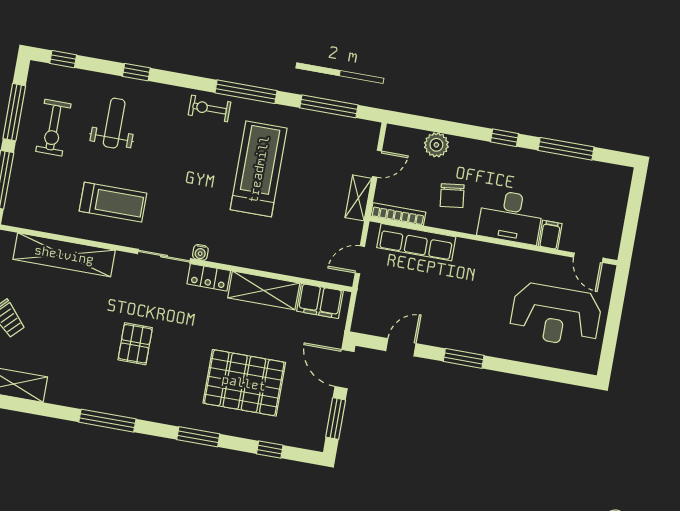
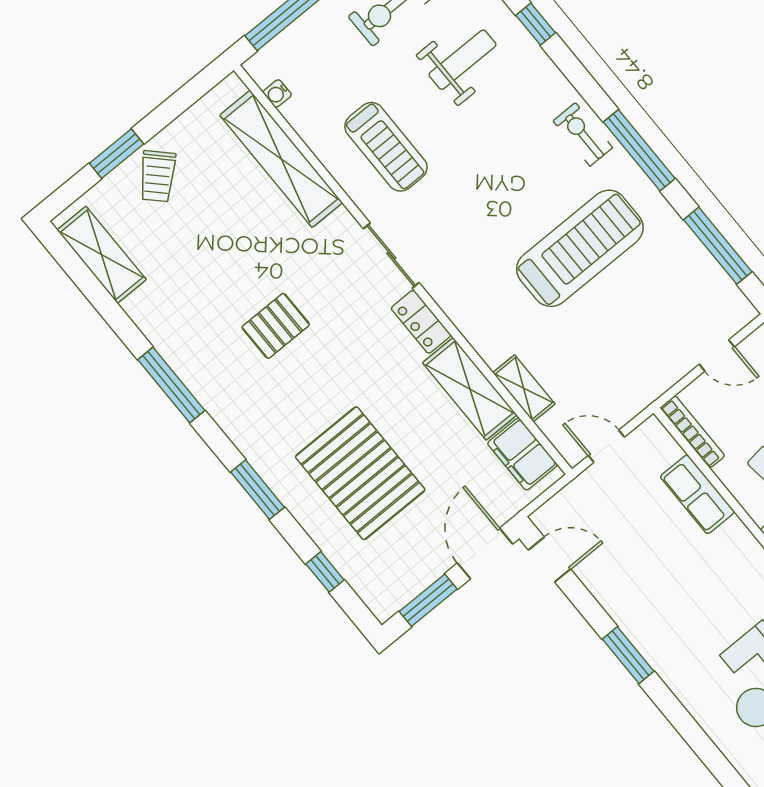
shelving: (358, 198) -> (524, 388), moved, turned 90
row of seats: (416, 242) -> (697, 494), width x0.68
water cooler: (200, 252) -> (277, 94), moved
door: (401, 347) -> (550, 559), moved

